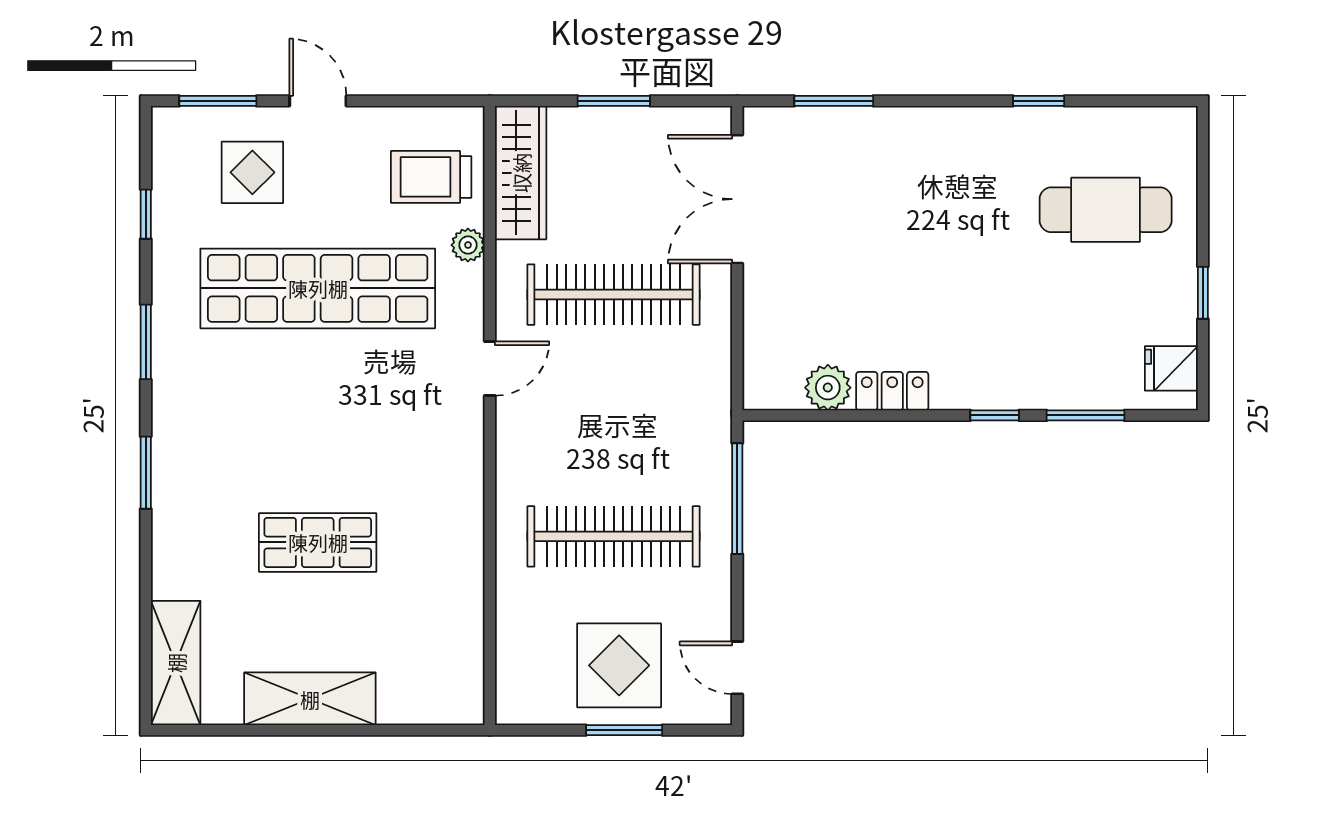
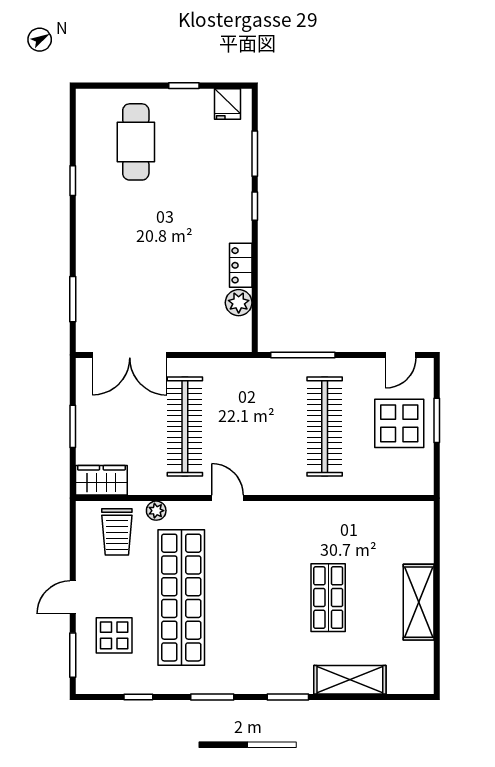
wardrobe: (521, 173) -> (101, 480), width x0.67
shelving: (176, 663) -> (350, 680), moved

